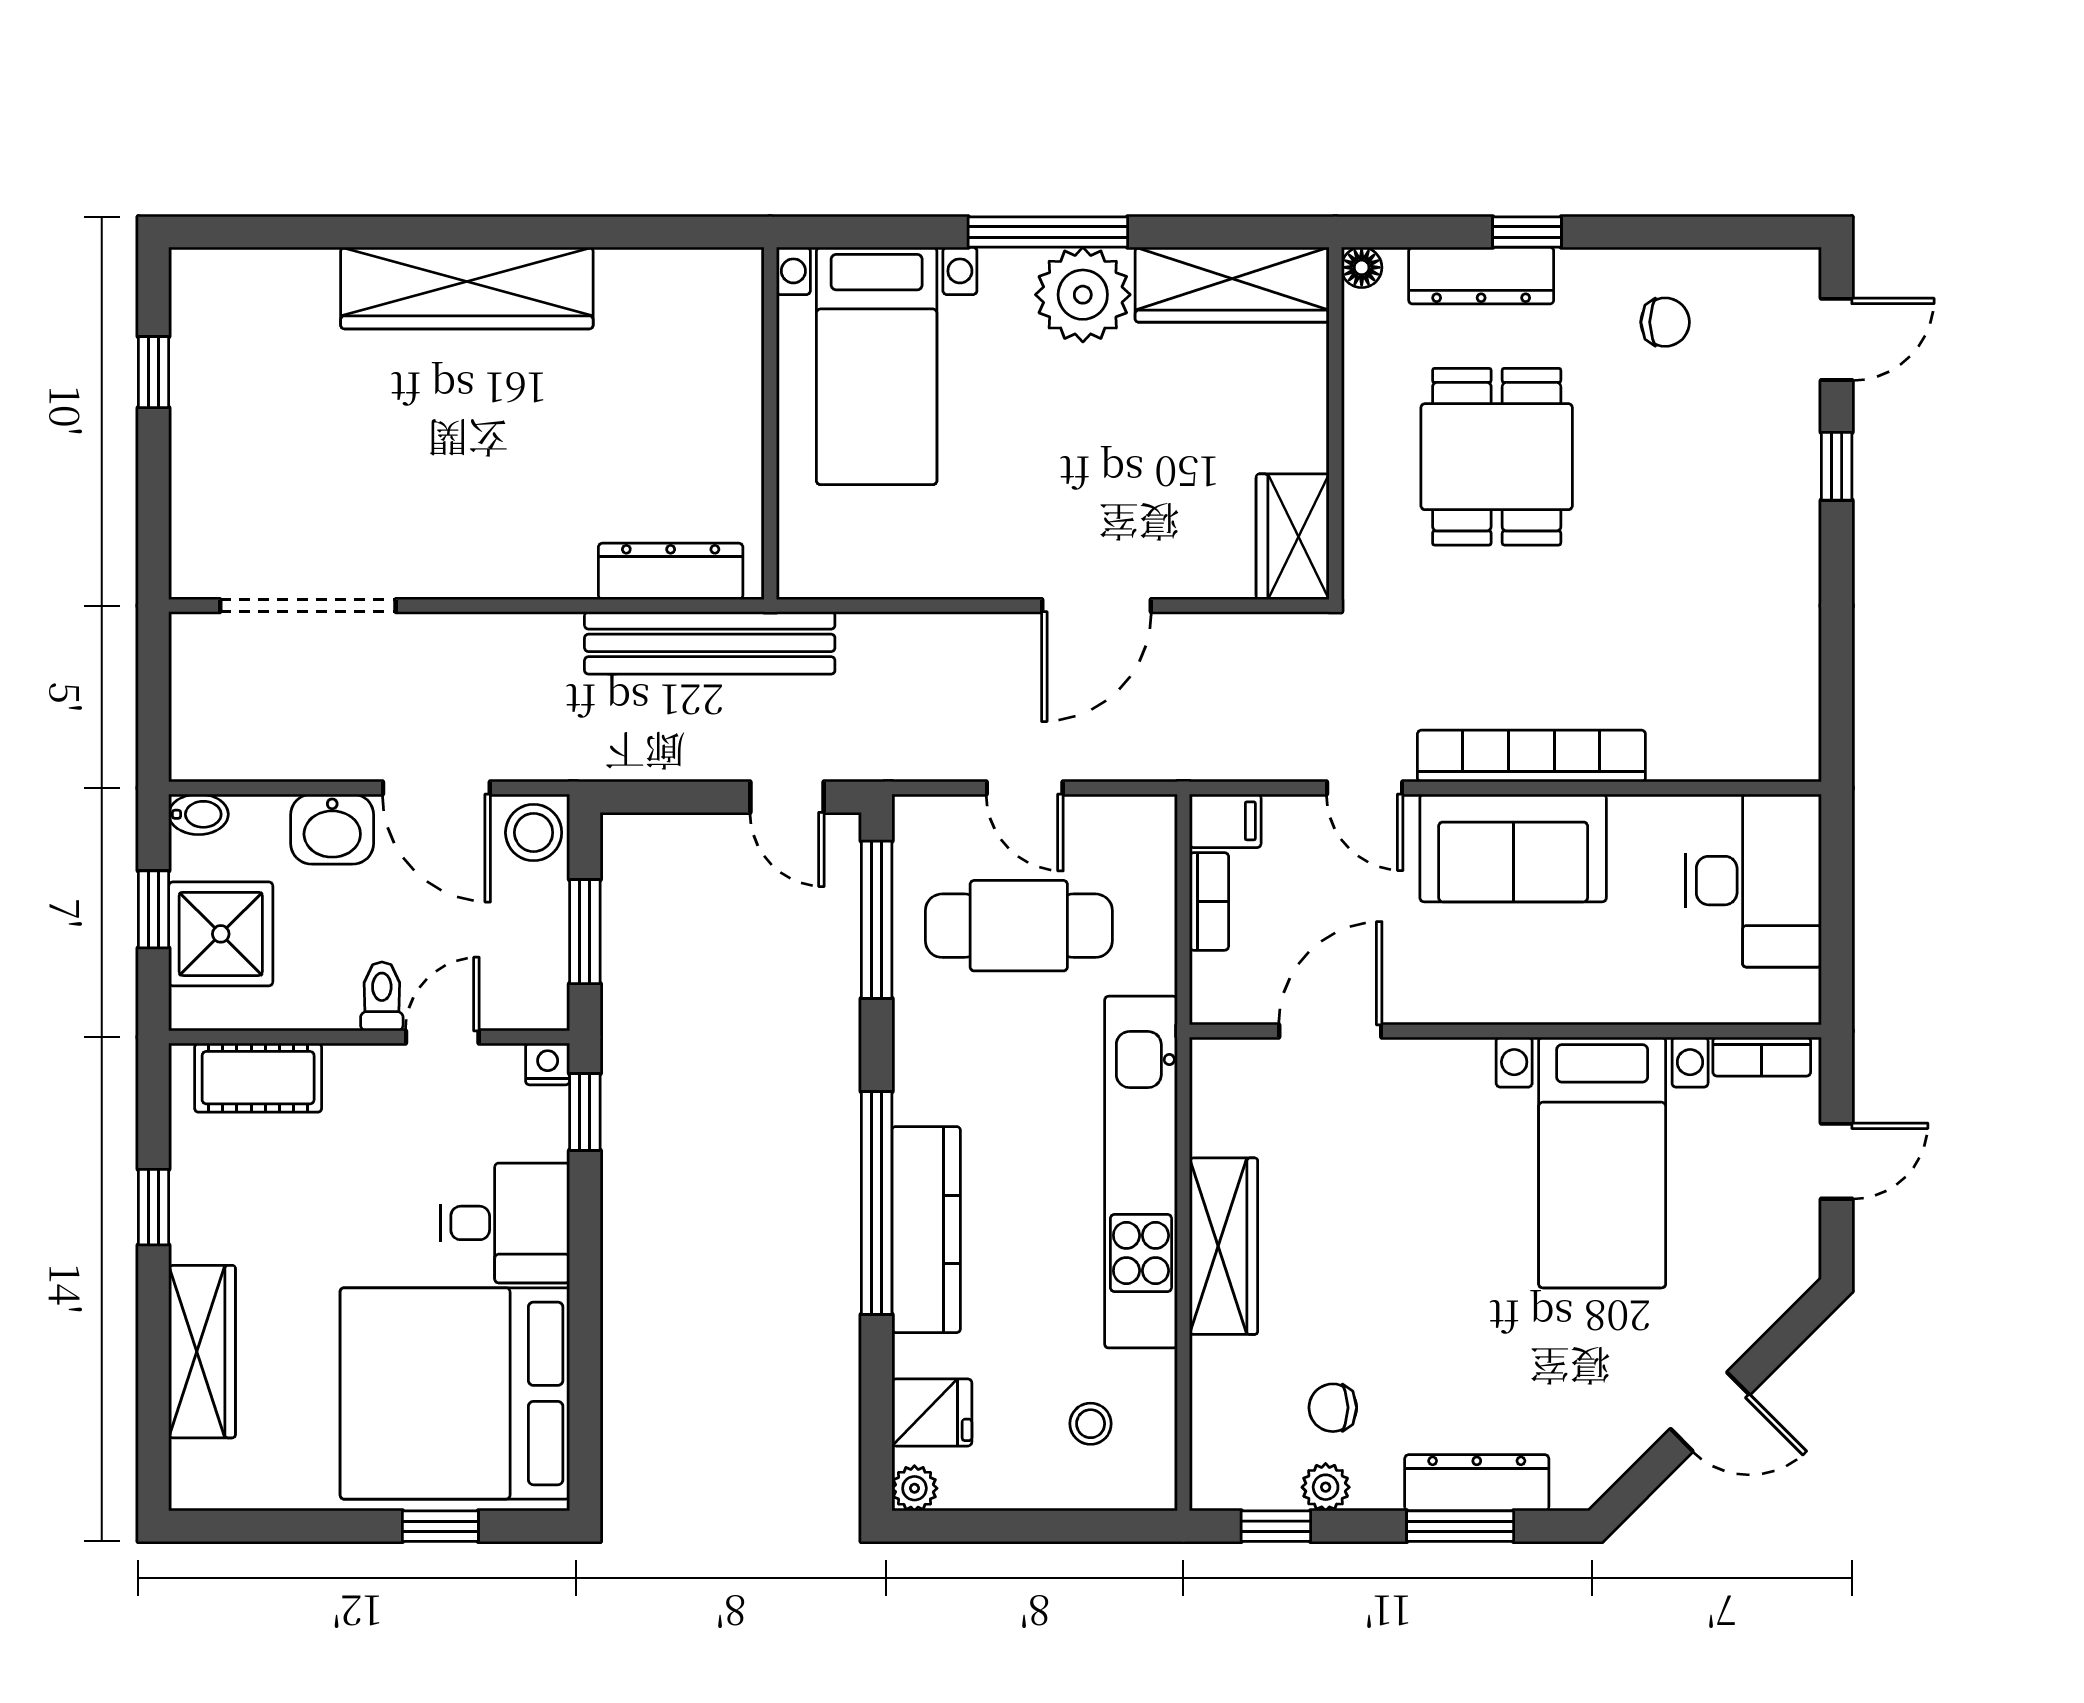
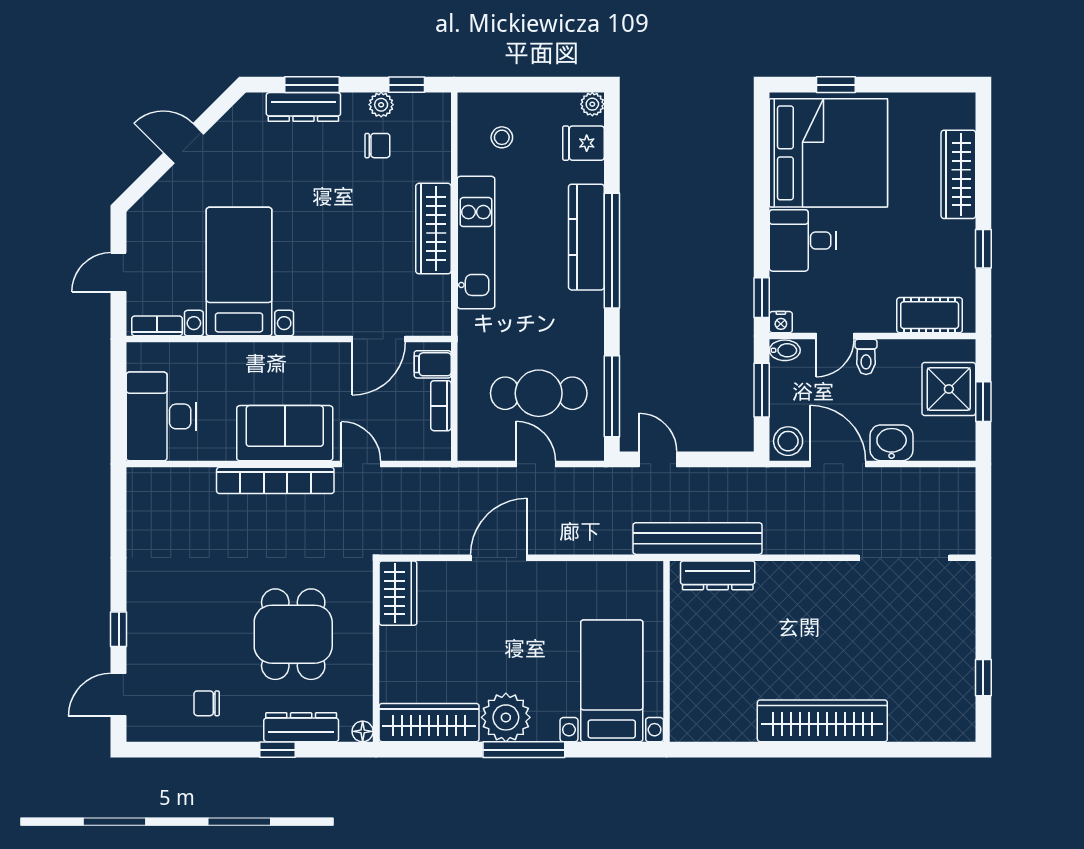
bidet: (199, 814) -> (785, 350), moved, turned 180
filing cabinet: (1225, 821) -> (433, 364), moved
kitchen unit: (1141, 1172) -> (476, 243), width x0.73

